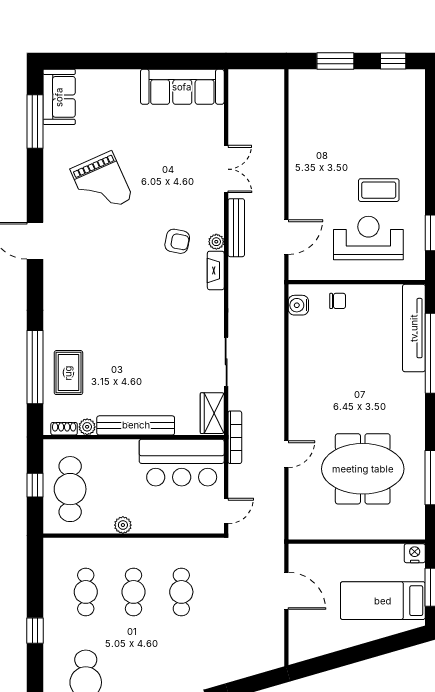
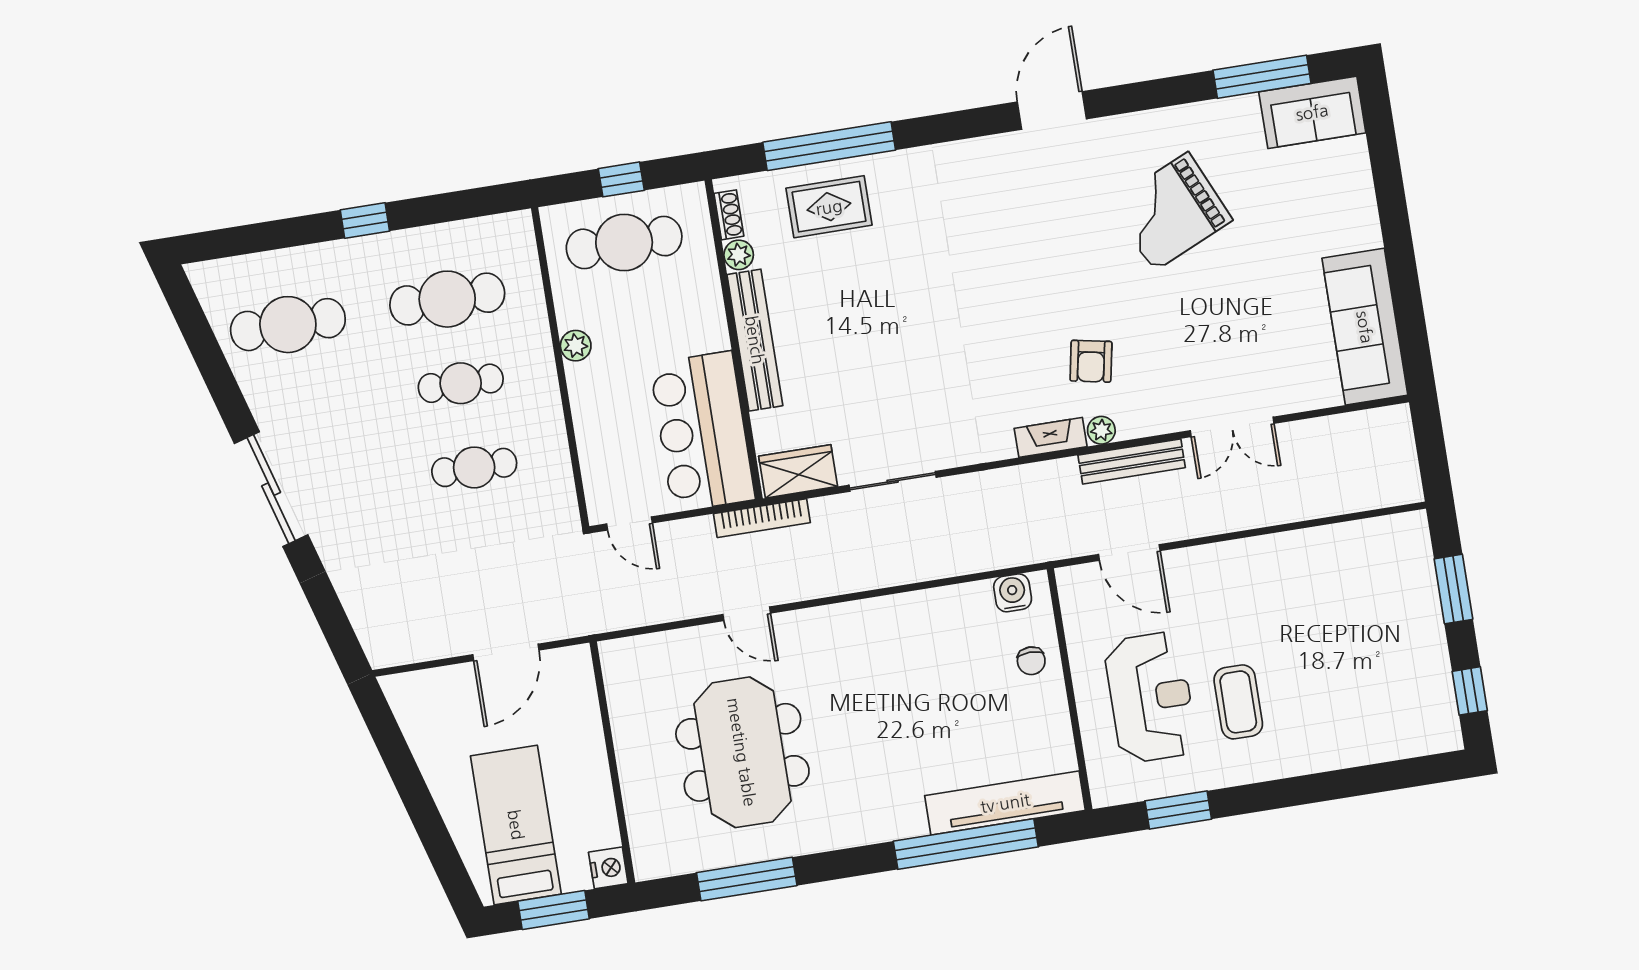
cafe table: (86, 592) -> (447, 299), width x1.37, depth x1.35

